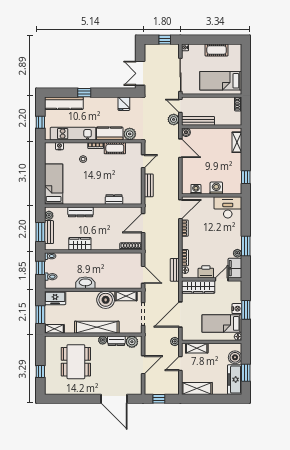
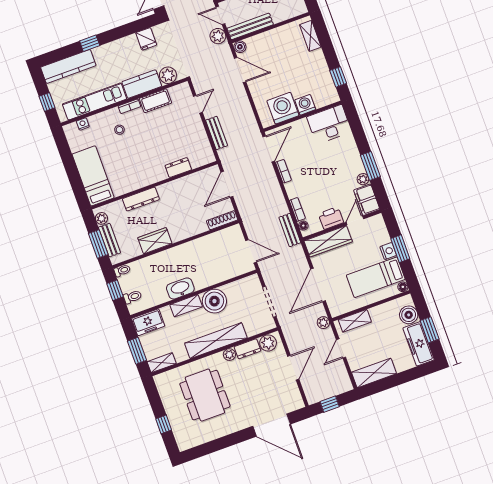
washing machine: (196, 189) -> (283, 108), width x1.89, depth x1.89
shelving: (126, 296) -> (186, 306), moved

